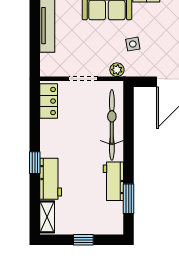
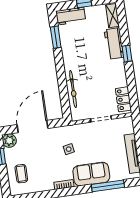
plant: (117, 70) -> (77, 129), removed
bicycle: (112, 125) -> (73, 89), width x0.73, depth x0.71
workbench: (113, 181) -> (71, 16), moved, turned 90

